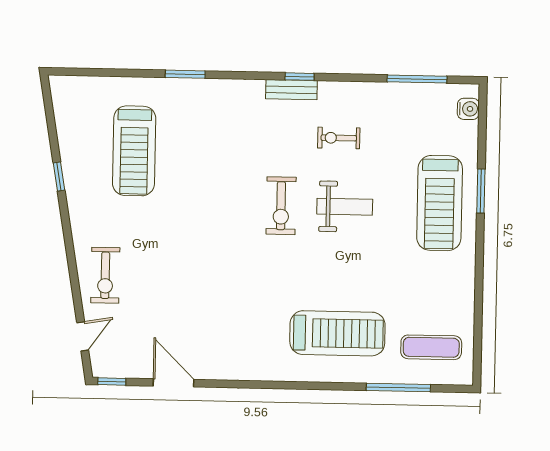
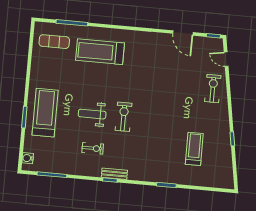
treadmill: (134, 151) -> (194, 149), width x0.73, depth x0.73
door: (83, 336) -> (226, 59), hinge flipped

